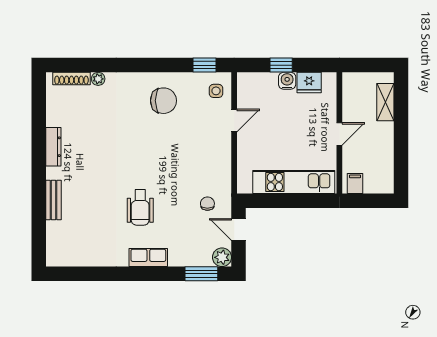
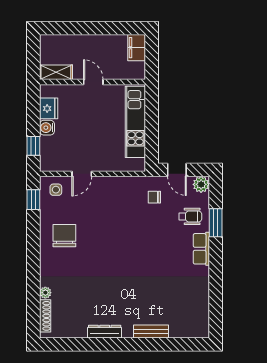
window: (281, 65) -> (33, 146), moved
shelving: (385, 102) -> (56, 72), moved
door: (234, 121) -> (82, 174), swing flipped
filing cabinet: (355, 183) -> (137, 48), moved, width x2.00
wheelchair: (140, 207) -> (190, 216), moved, width x0.73, depth x0.73
door: (239, 230) -> (177, 170), hinge flipped
window: (201, 274) -> (216, 223), moved

